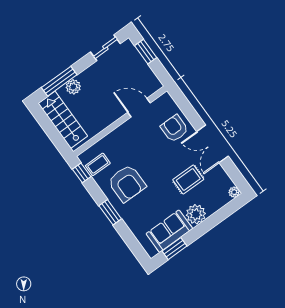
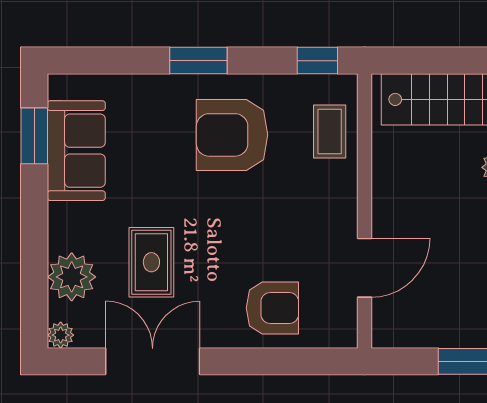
double door: (212, 144) -> (153, 361), moved
coffee table: (98, 164) -> (330, 132), moved
plant: (196, 214) -> (72, 277), moved

